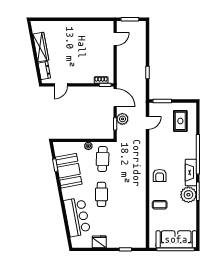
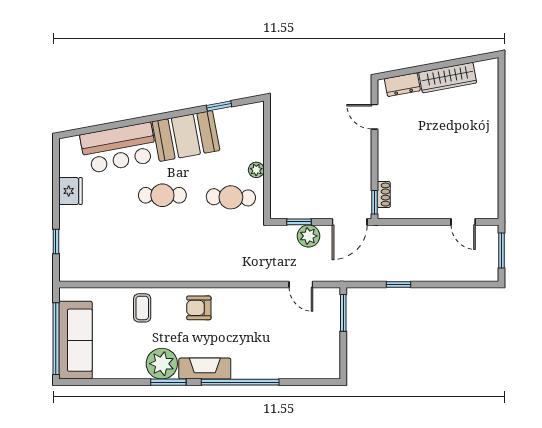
rug: (180, 121) -> (305, 348), removed
booth: (69, 171) -> (186, 136), moved

